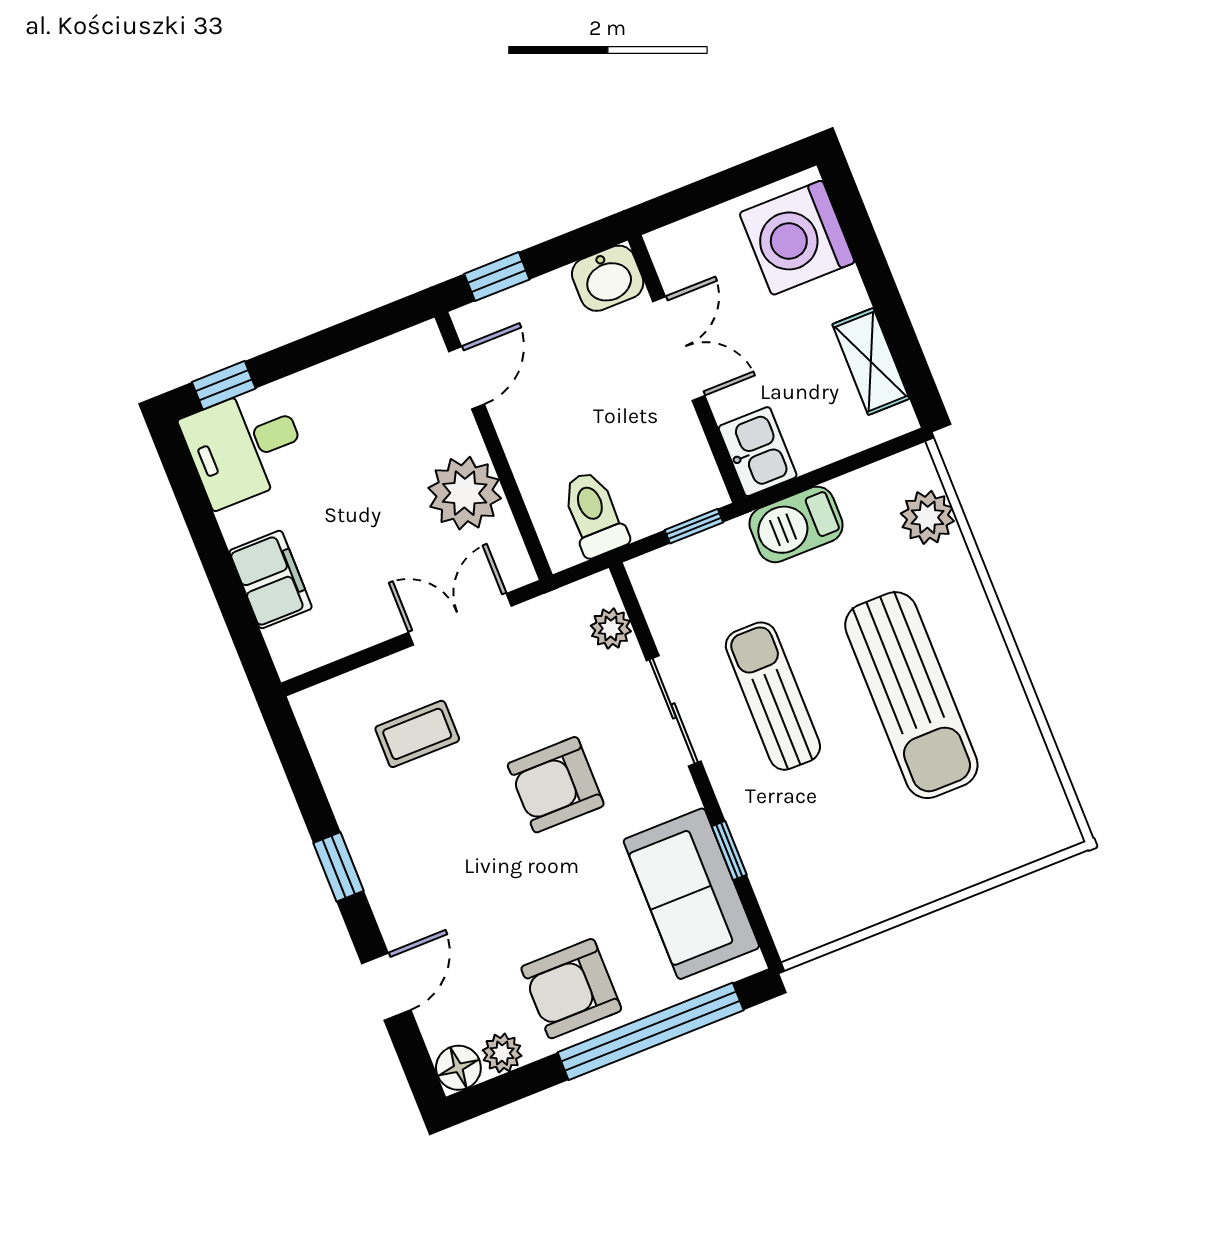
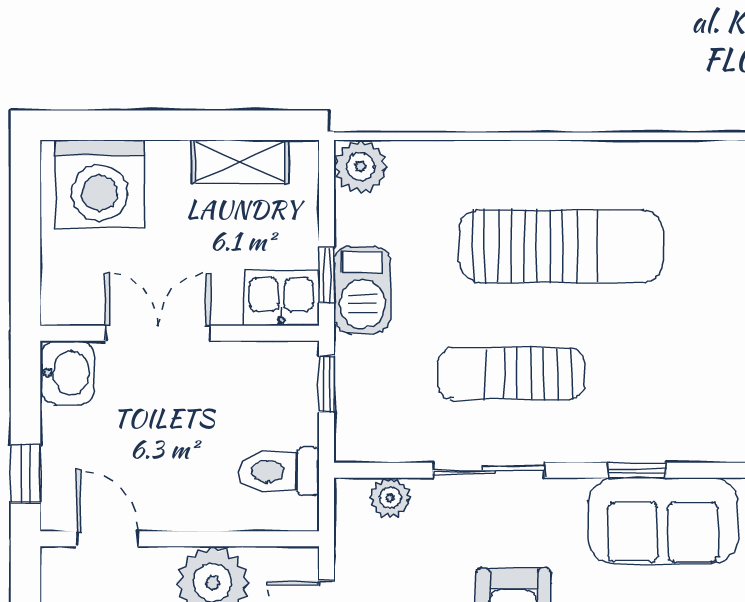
window: (796, 485) -> (327, 276), added
plant: (927, 517) -> (361, 167), moved

